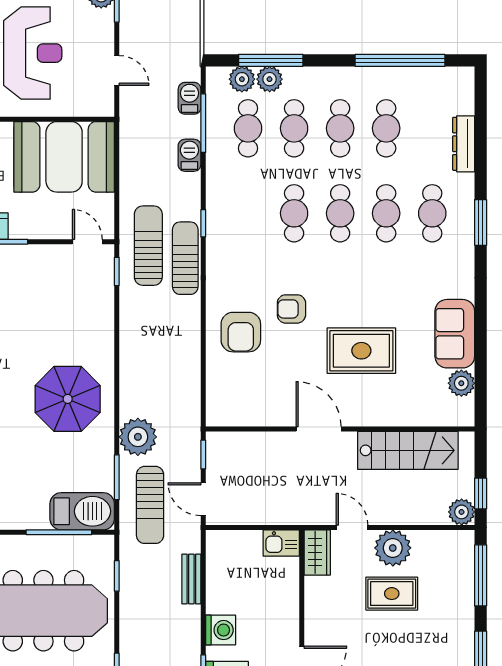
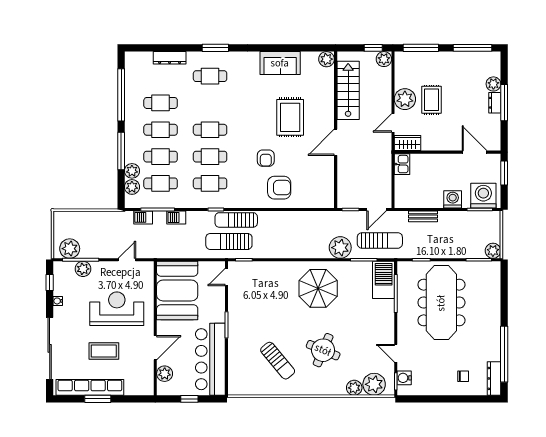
window: (271, 60) -> (121, 151), moved
cafe table: (386, 213) -> (210, 183), moved
plant: (461, 383) -> (327, 59), moved

